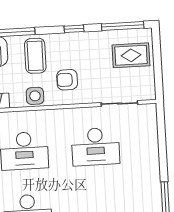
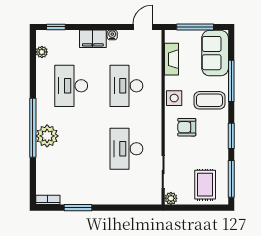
window: (74, 29) -> (231, 136), width x1.50
armchair: (67, 80) -> (187, 127), turned -90
plant: (149, 93) -> (171, 198), added

